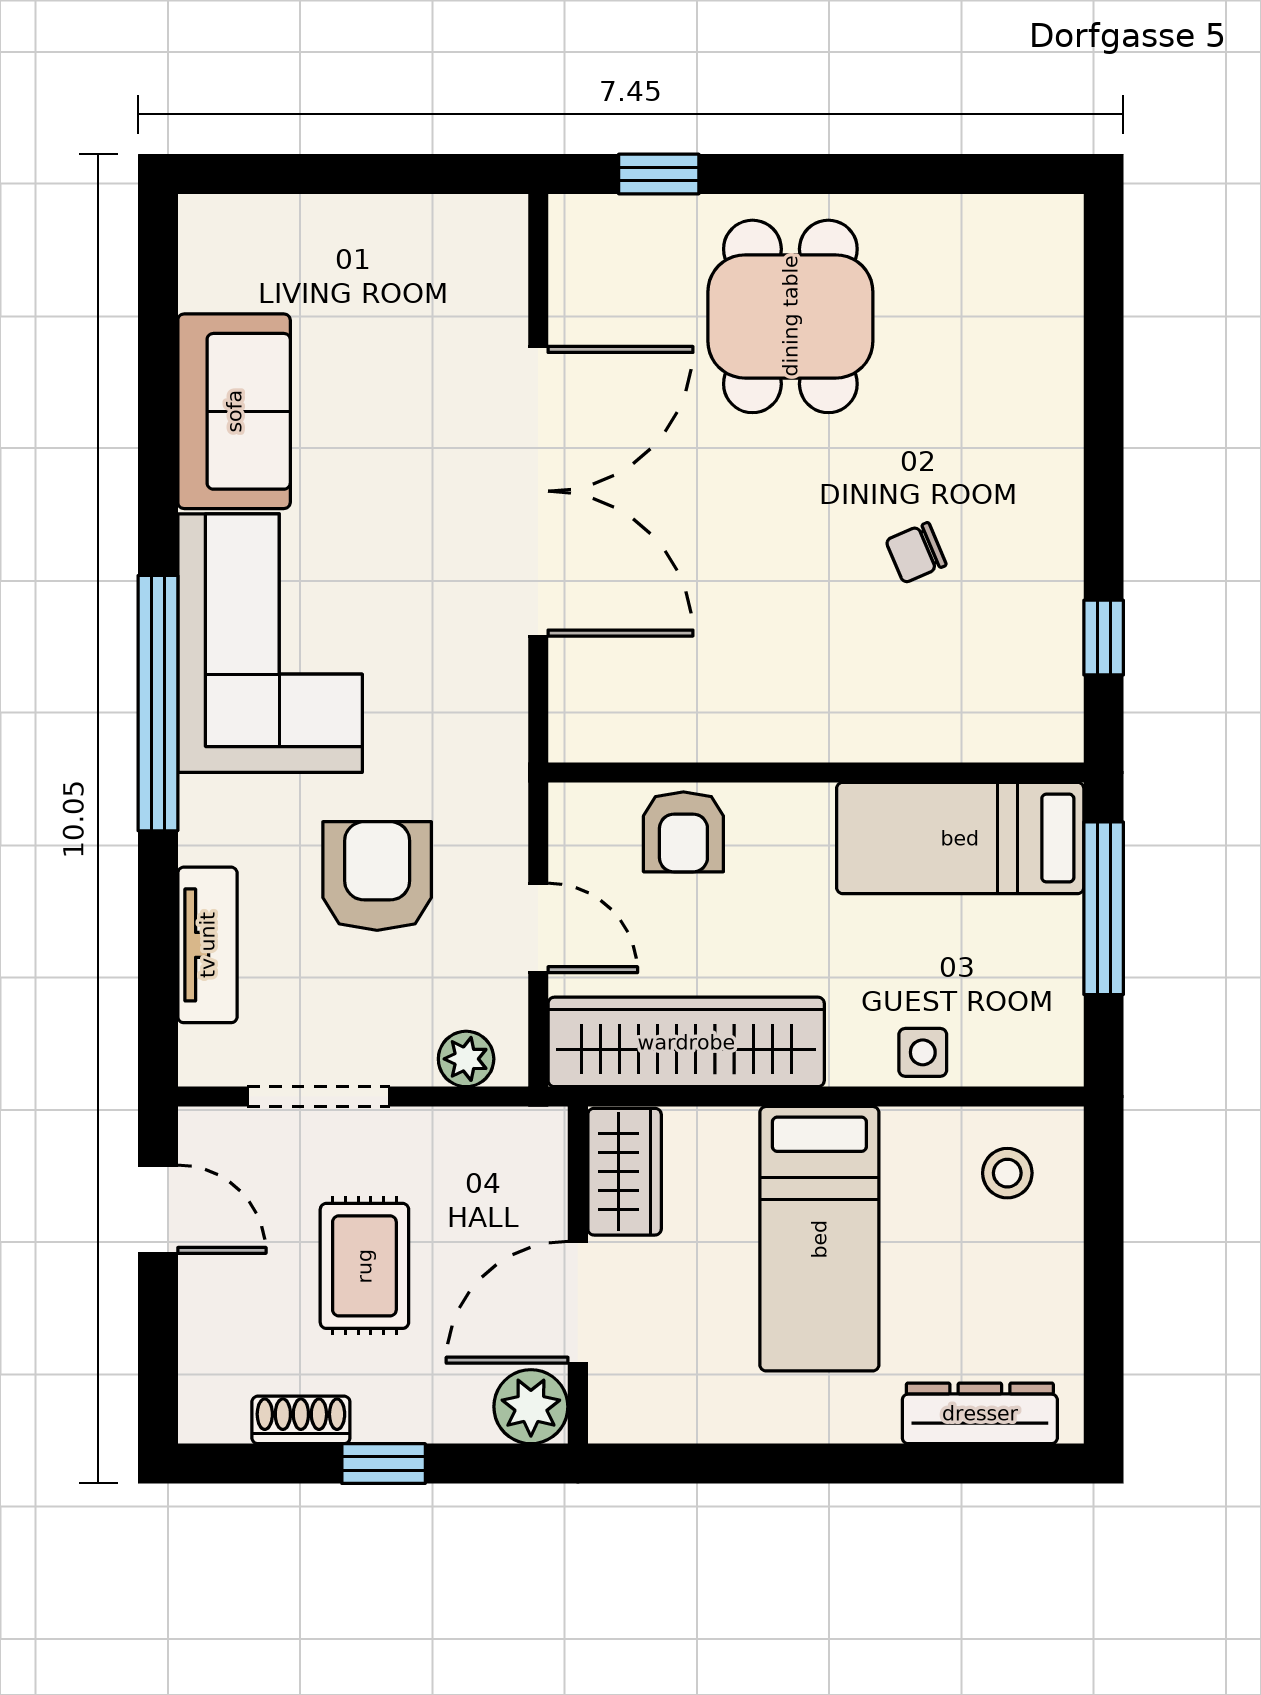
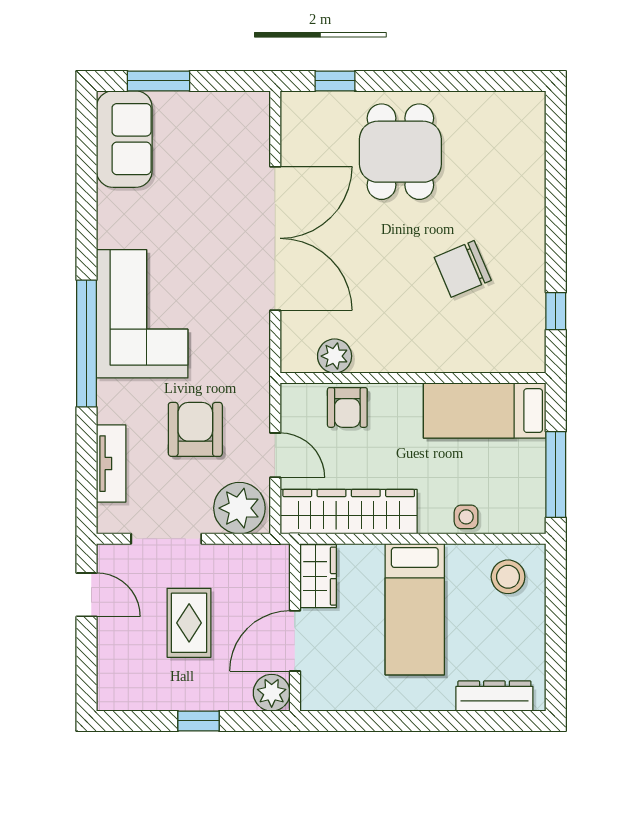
window: (303, 174) -> (158, 81), added
sofa: (234, 411) -> (124, 139), moved
chair: (916, 553) -> (463, 269), width x1.87, depth x1.87
plant: (658, 728) -> (335, 356), added
window: (1104, 908) -> (556, 474), moved
plant: (466, 1059) -> (239, 508), width x1.88, depth x1.88
stool: (1007, 1173) -> (508, 577), width x1.37, depth x1.37
shoe rack: (301, 1420) -> (157, 699), removed

